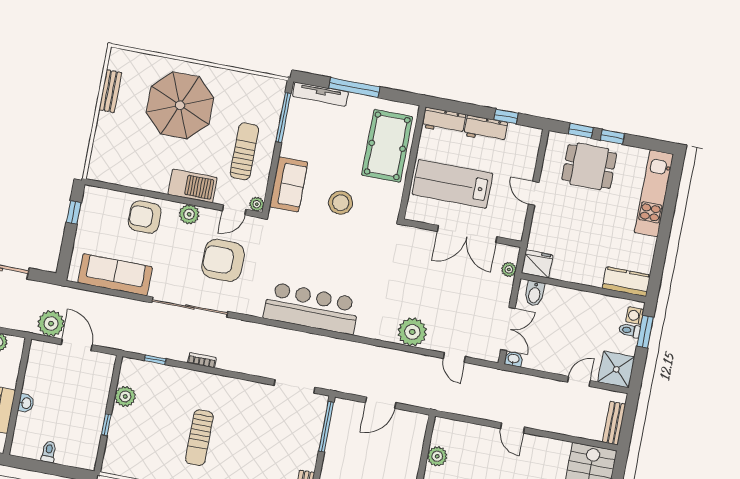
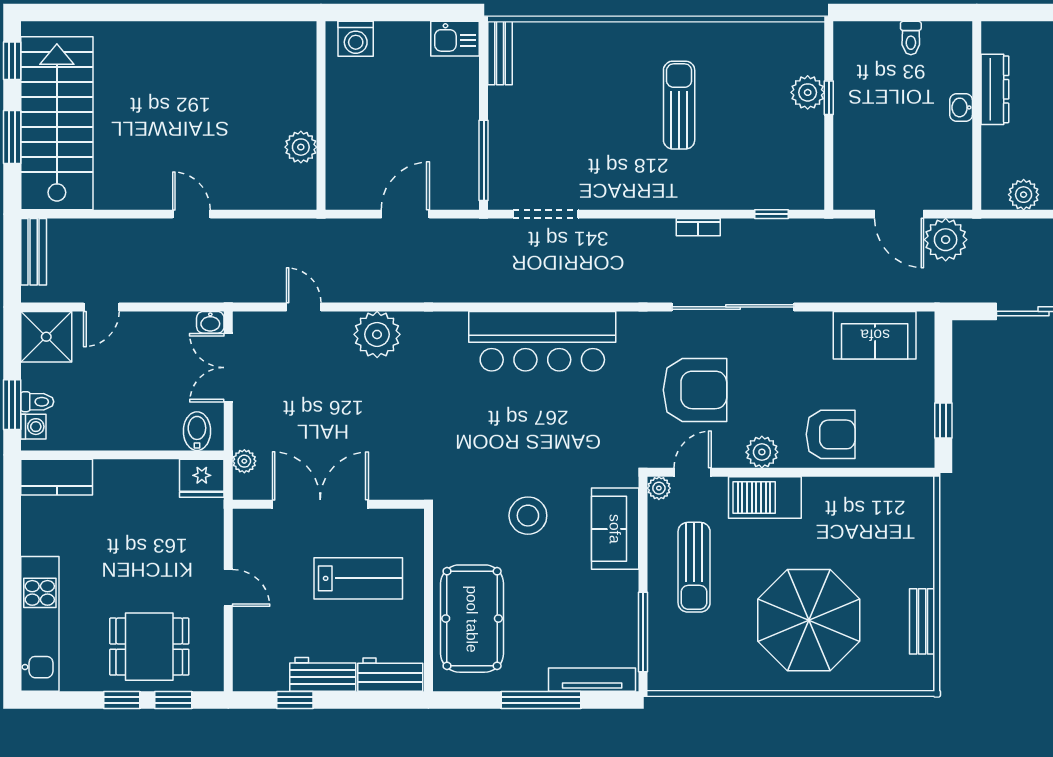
lab bench: (452, 184) -> (358, 578), width x0.73, depth x0.72
sofa: (115, 275) -> (875, 335), width x0.73
plant: (125, 396) -> (808, 92), moved

